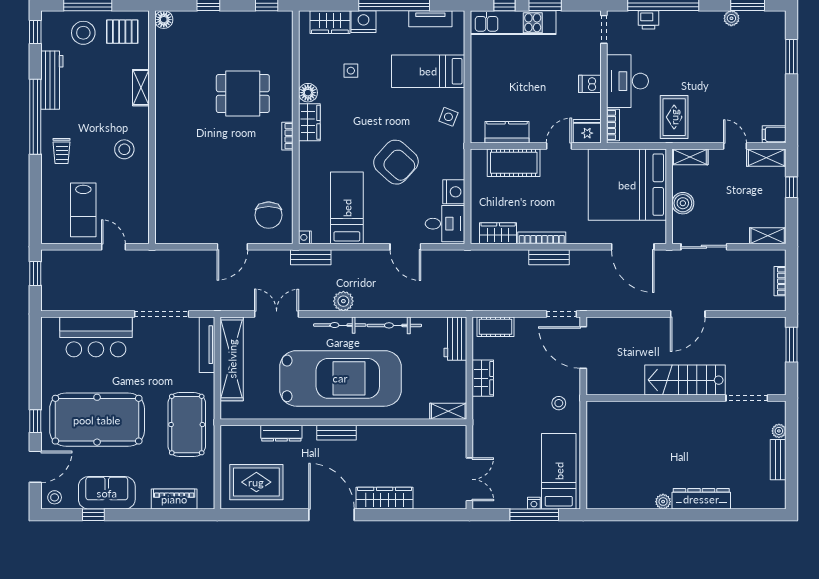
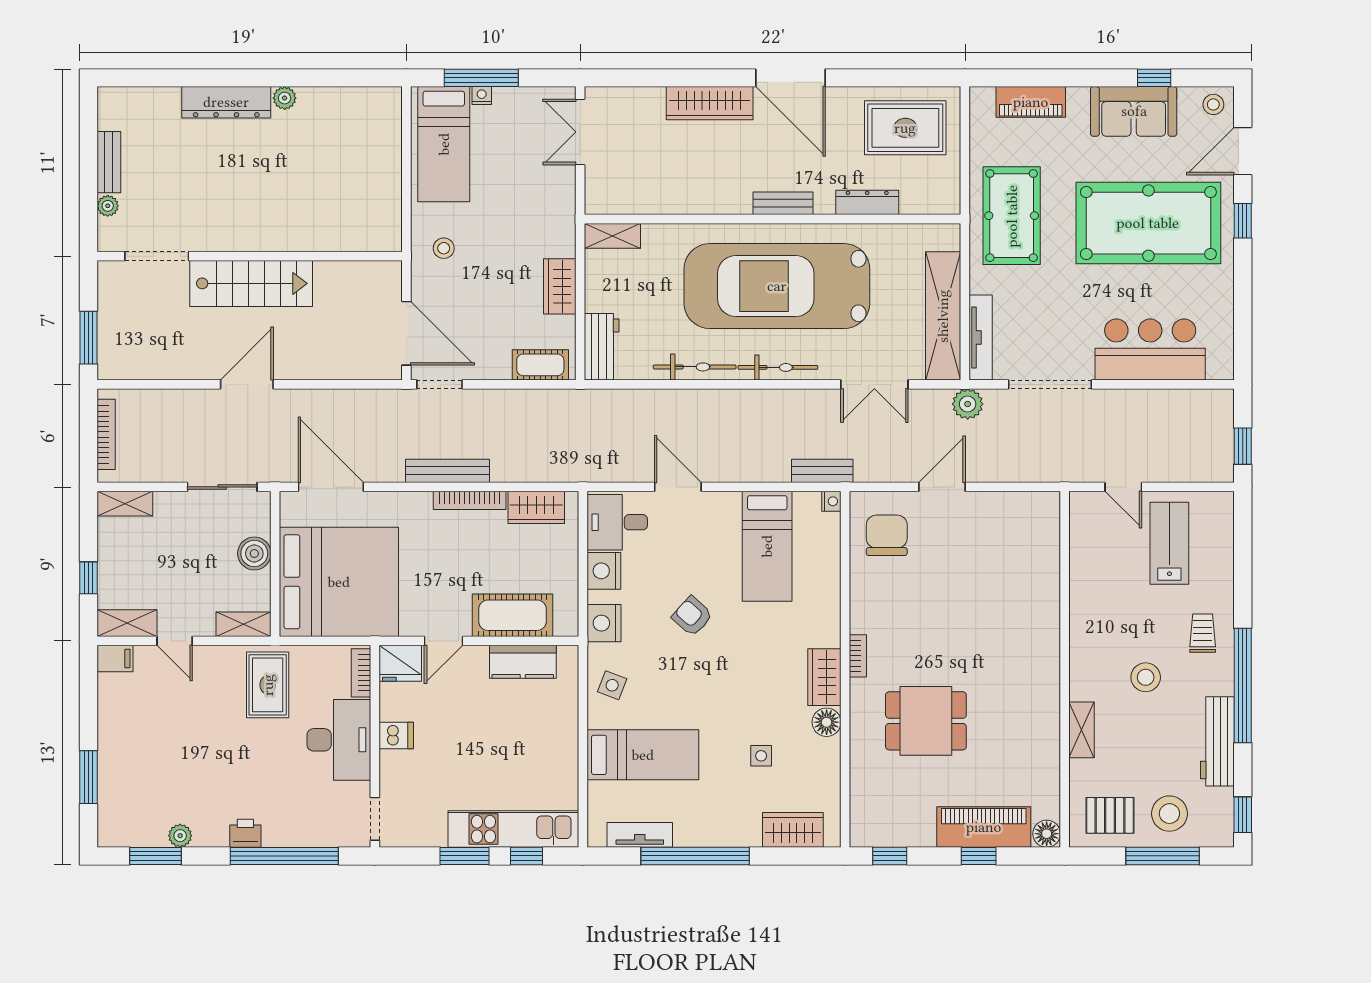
printer: (649, 20) -> (245, 833), moved
nightstand: (364, 22) -> (604, 623), moved, turned 90
piano: (205, 24) -> (984, 827), added
stool: (124, 149) -> (1146, 677), moved
armchair: (396, 162) -> (692, 616), width x0.53, depth x0.53
bench: (549, 257) -> (447, 471), width x1.36
bookcase: (780, 281) -> (106, 434), width x1.56
plant: (343, 301) -> (968, 404), moved

